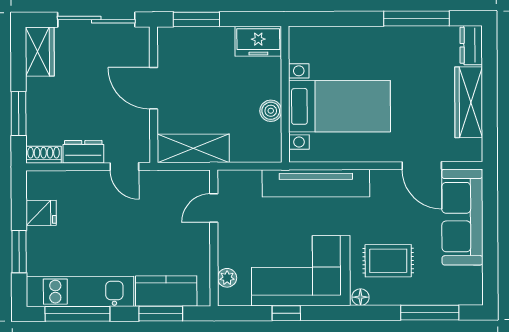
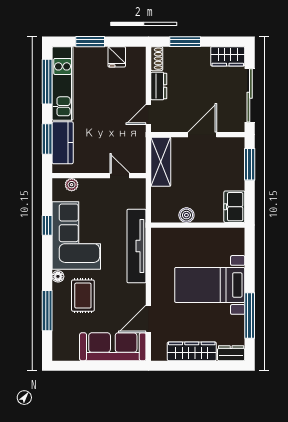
bed with nightstands: (339, 106) -> (210, 285), moved, turned 90
window: (430, 313) -> (47, 311), moved

